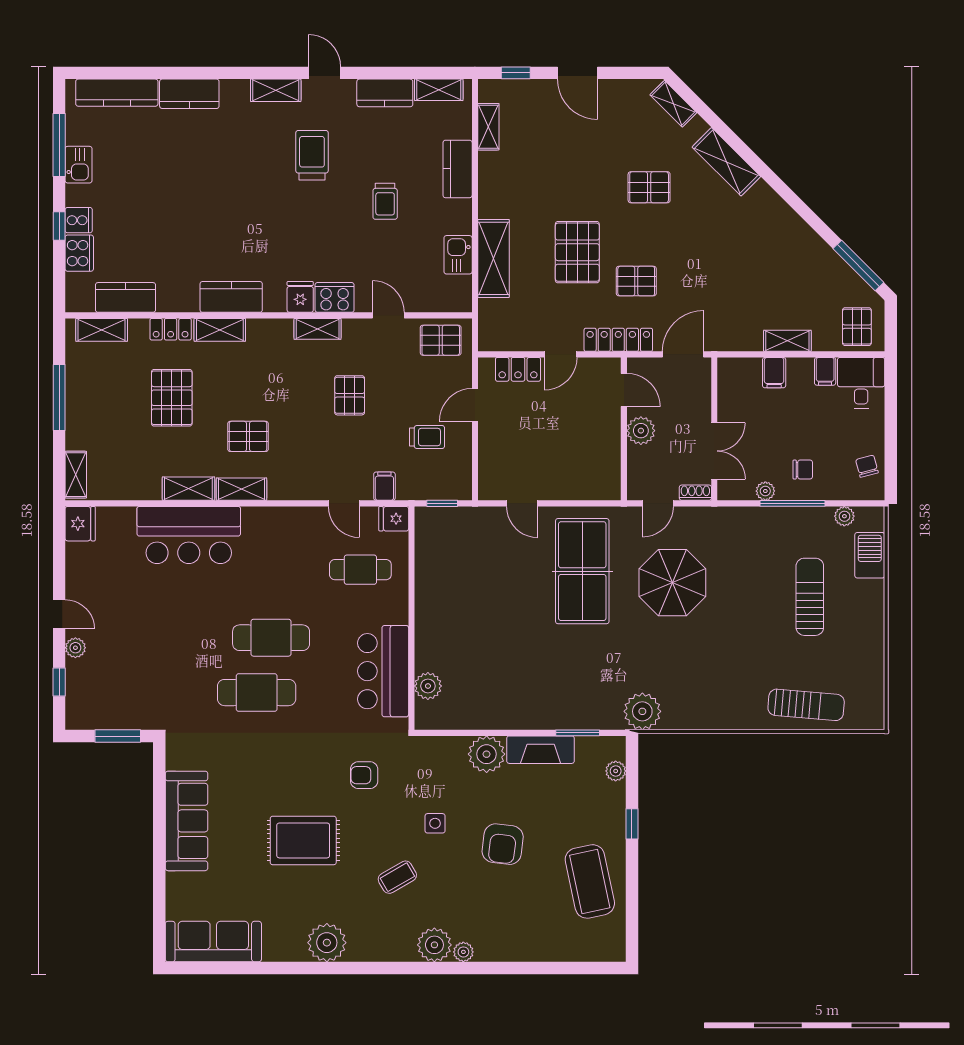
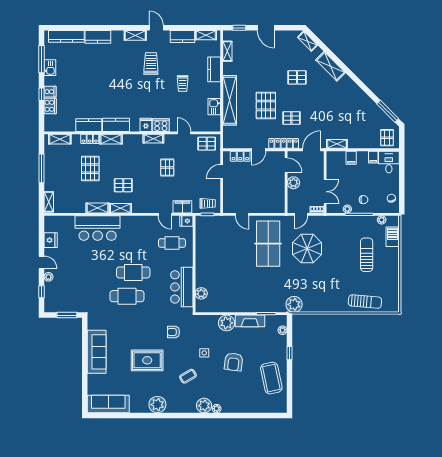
shelving: (494, 258) -> (230, 100), width x1.47
kitchen counter: (125, 297) -> (89, 125), moved
shelving: (787, 341) -> (337, 144), moved
trolley: (427, 437) -> (208, 203), moved
filing cabinet: (384, 486) -> (182, 207), width x2.00
fridge: (80, 524) -> (51, 240), moved

